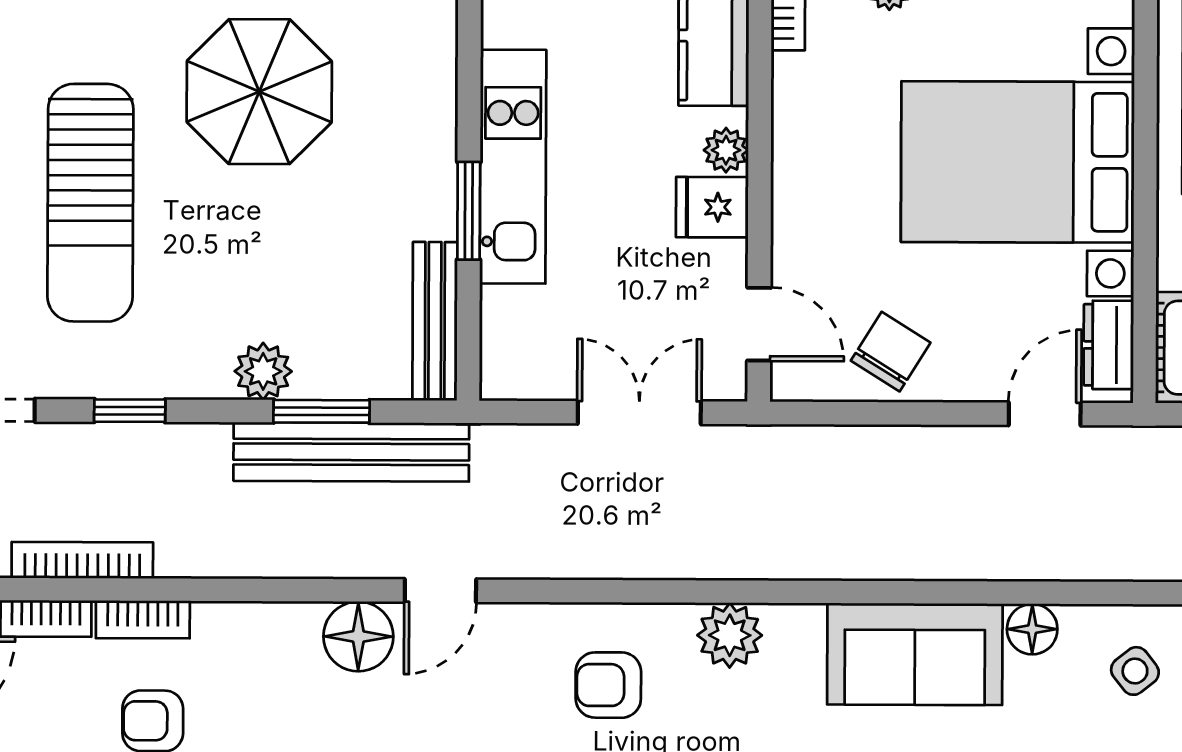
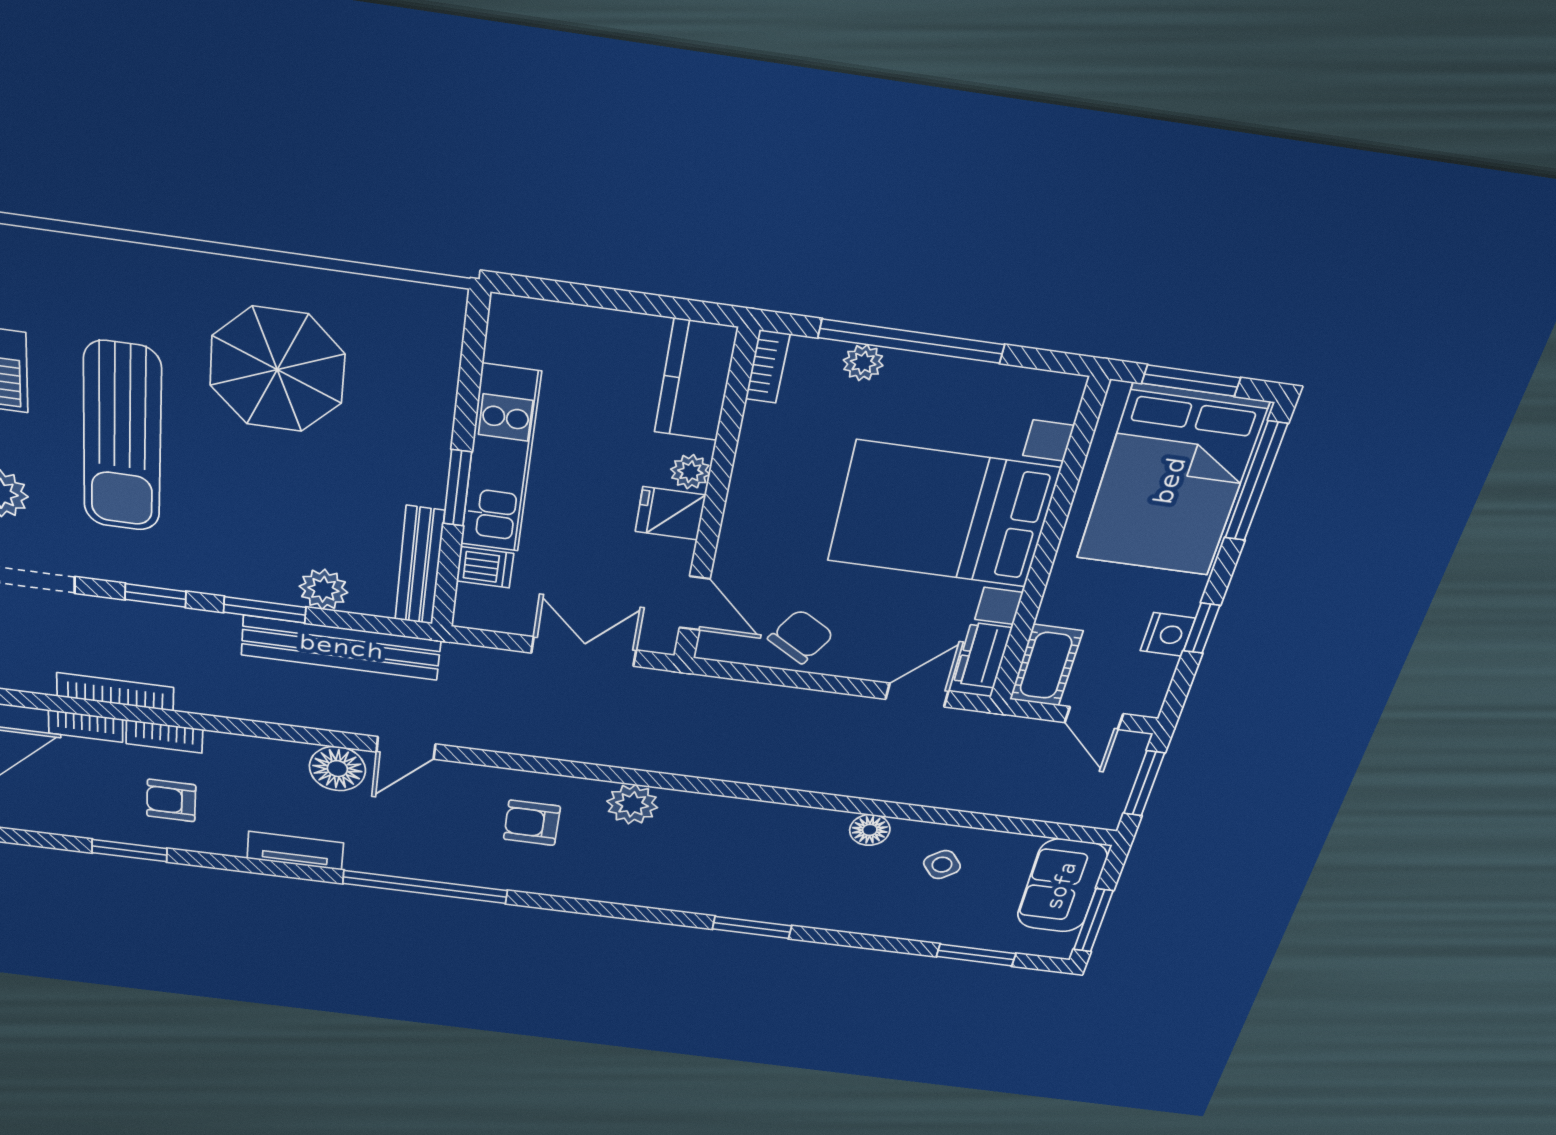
dishwasher: (510, 312) -> (485, 567), added
plant: (263, 371) -> (323, 589), moved
window: (321, 411) -> (265, 610), moved
sofa: (915, 654) -> (775, 834), removed

